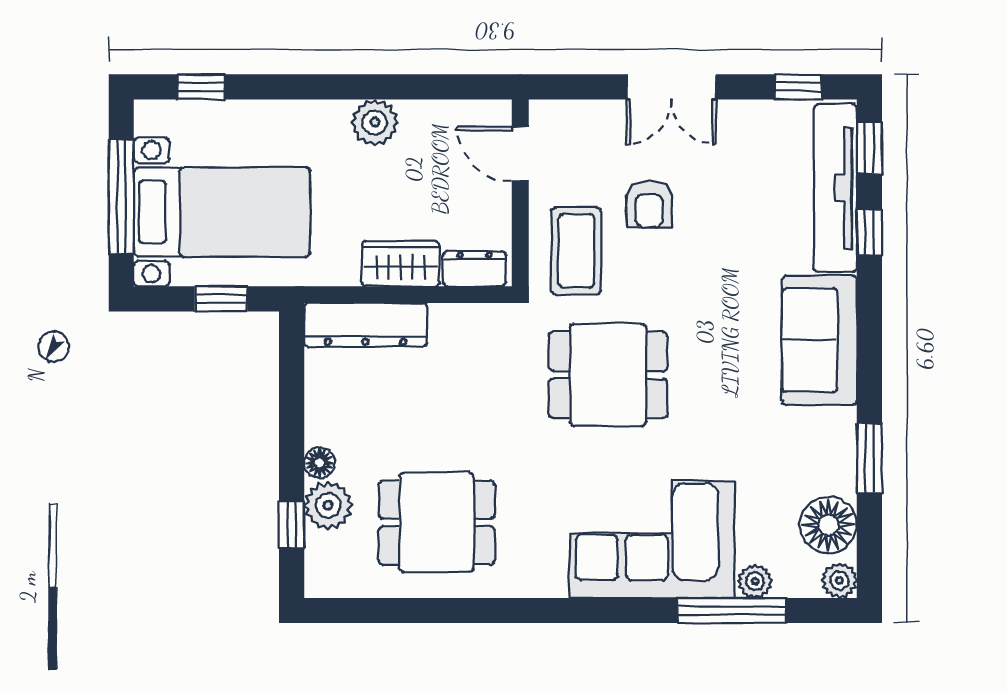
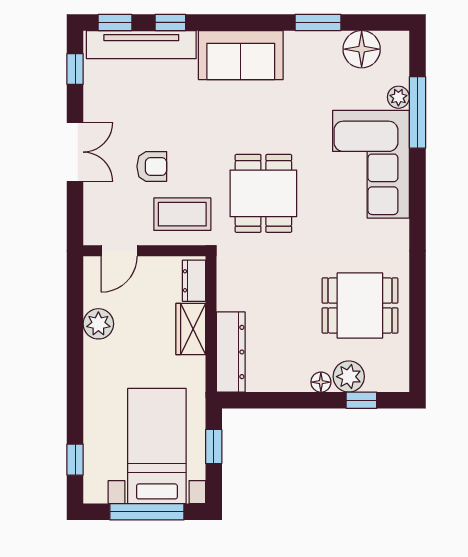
plant: (375, 122) -> (98, 324), moved
dining table: (437, 522) -> (360, 306), turned 90
plant: (839, 580) -> (398, 42), removed

